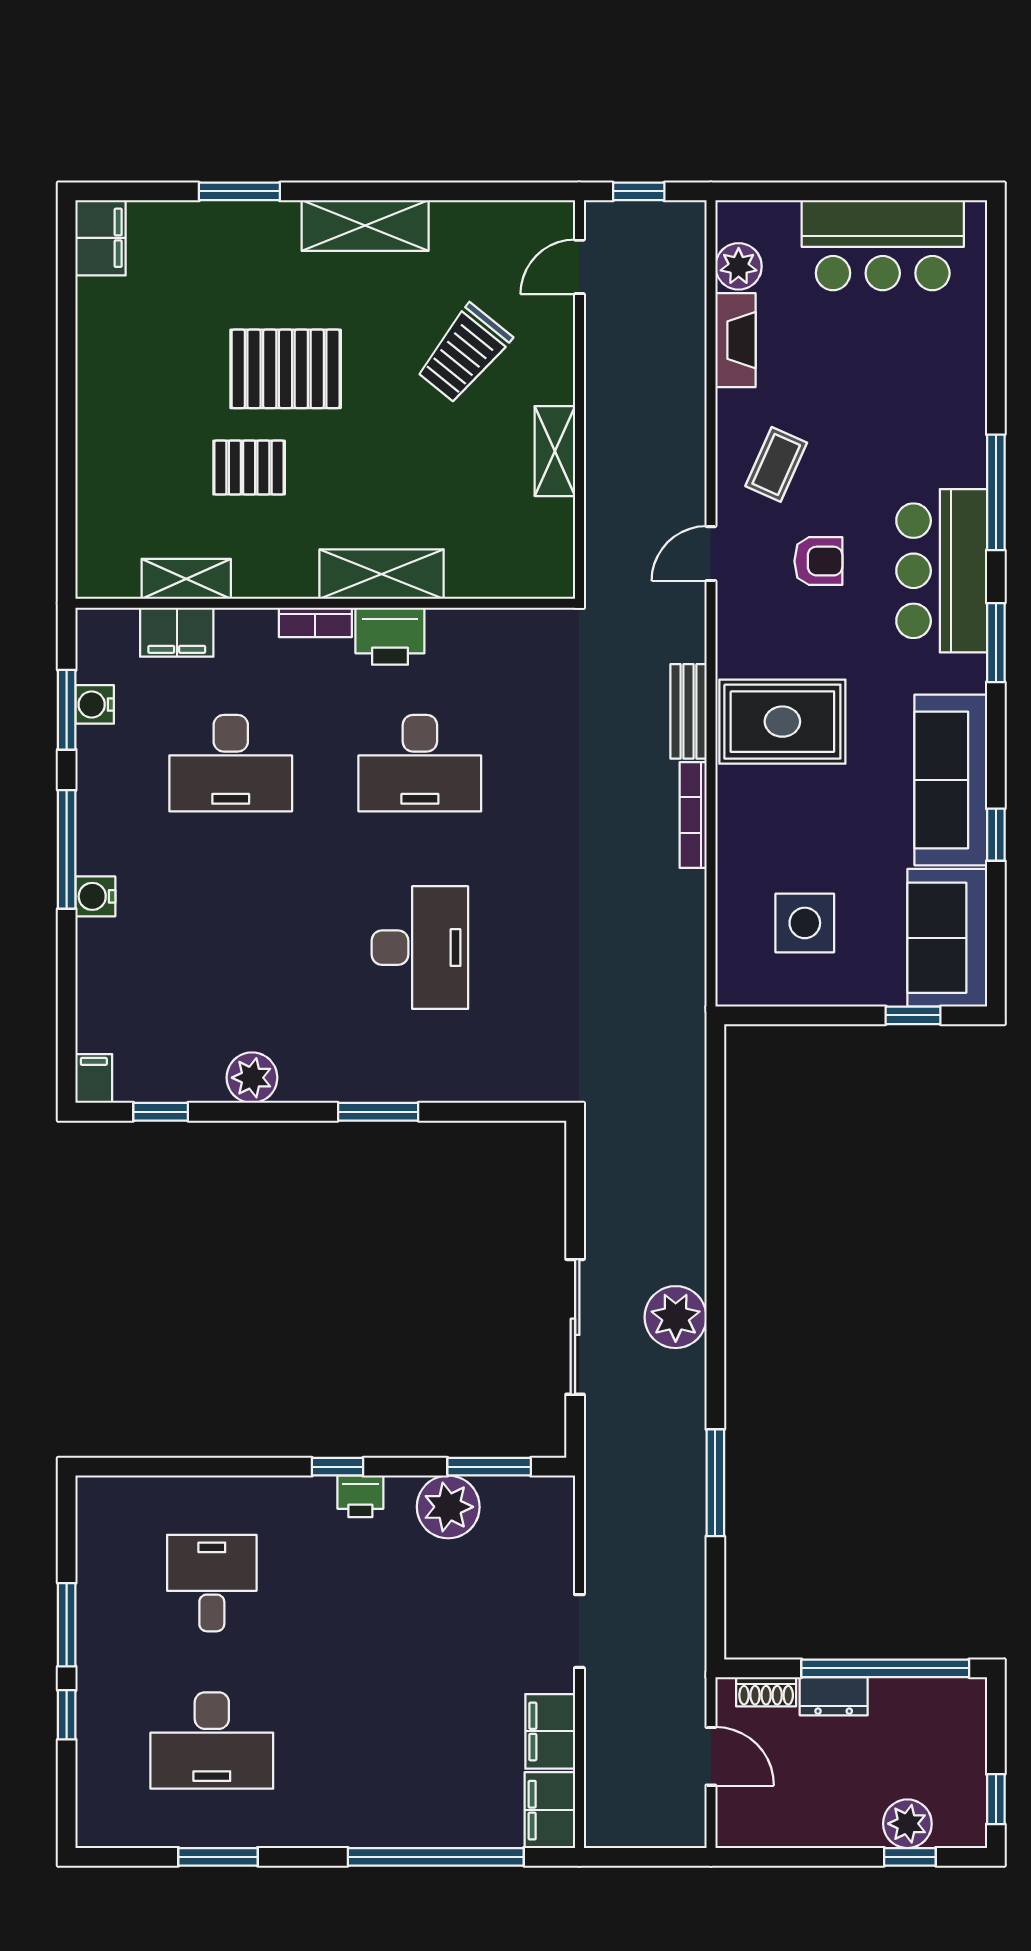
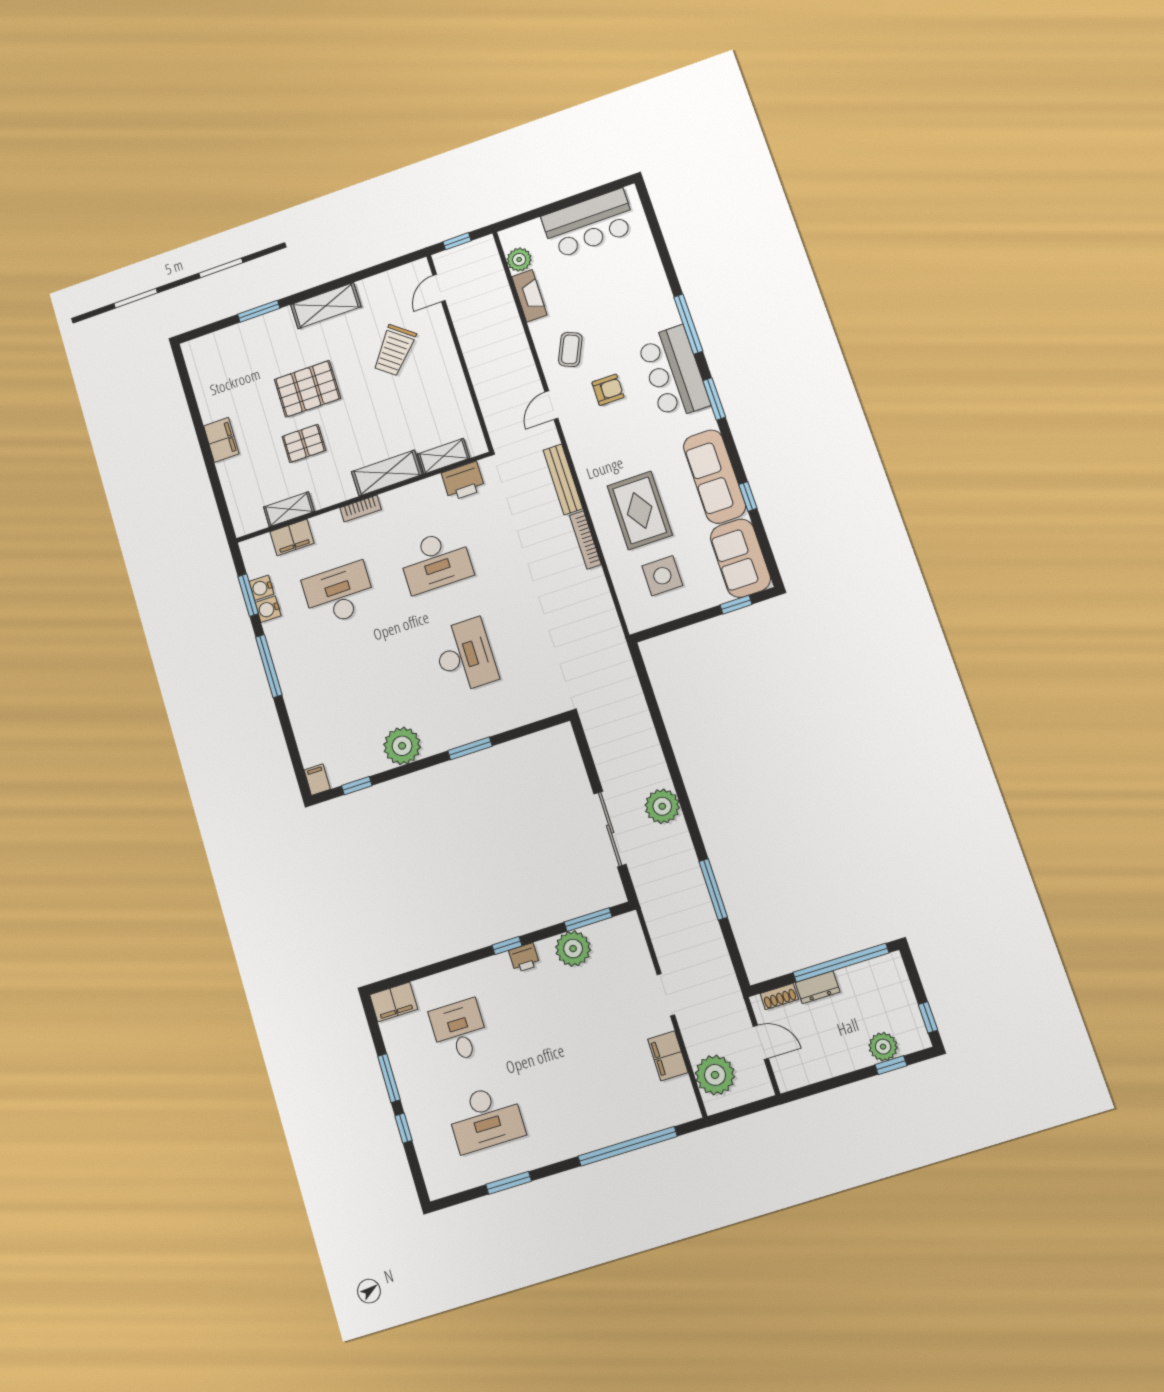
filing cabinet: (101, 238) -> (221, 440), moved
shelving: (555, 451) -> (444, 456), moved, turned 90
printer: (390, 636) -> (463, 481), moved
bench: (689, 711) -> (563, 479), width x1.36
rug: (782, 722) -> (640, 510), moved, turned 90
desk: (231, 763) -> (339, 594), turned 180
water cooler: (95, 896) -> (268, 609), moved
plant: (252, 1078) -> (402, 746), width x1.36, depth x1.36
plant: (618, 1786) -> (715, 1075), added
filing cabinet: (550, 1810) -> (394, 1002), moved, turned -90

